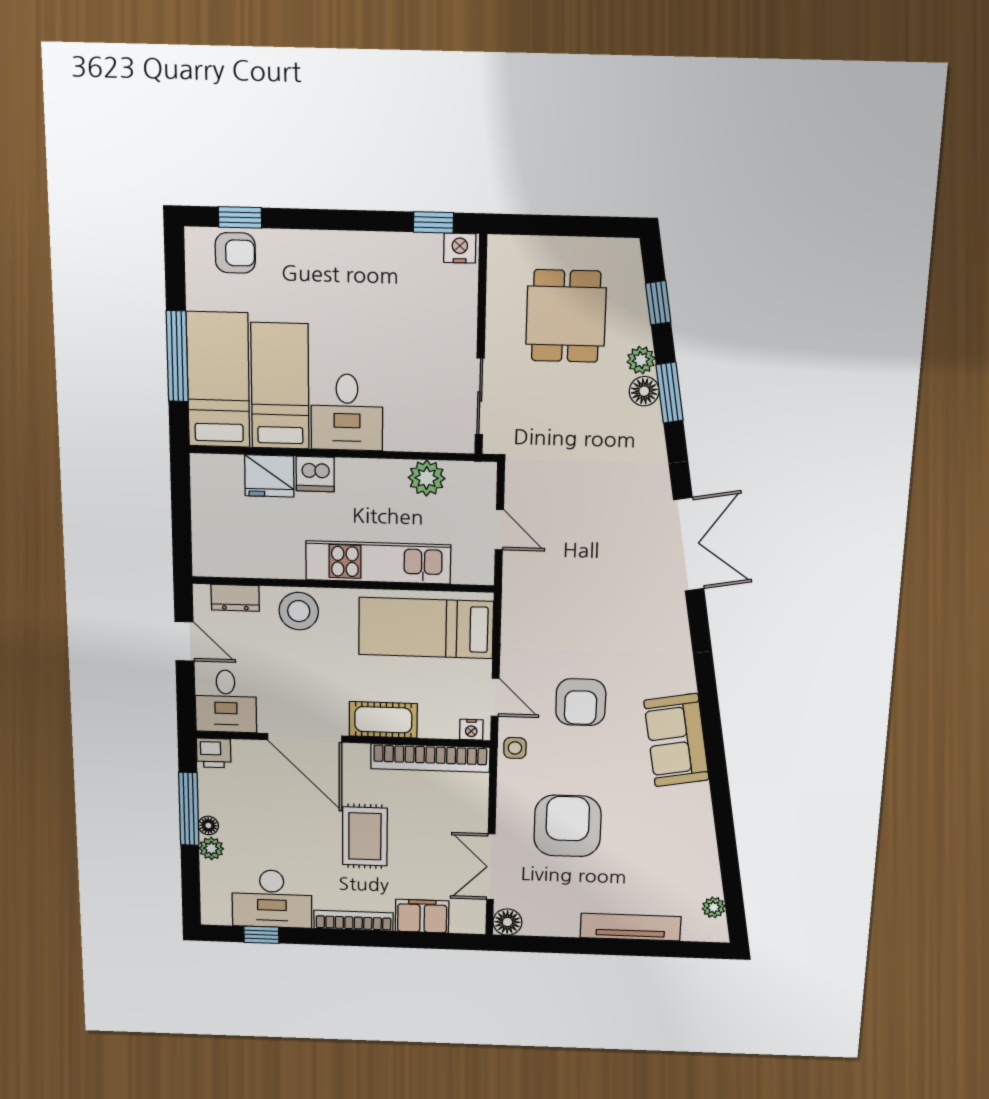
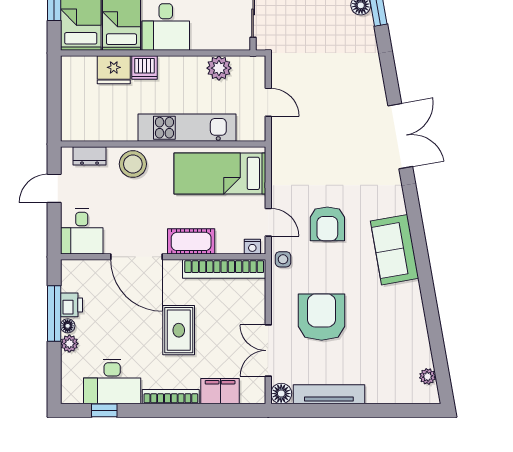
double door: (689, 544) -> (400, 136), moved
door: (185, 641) -> (54, 188), swing flipped
printer: (214, 753) -> (71, 305), moved, turned -90
tv unit: (631, 927) -> (329, 394), moved

